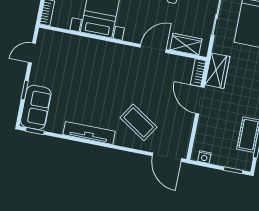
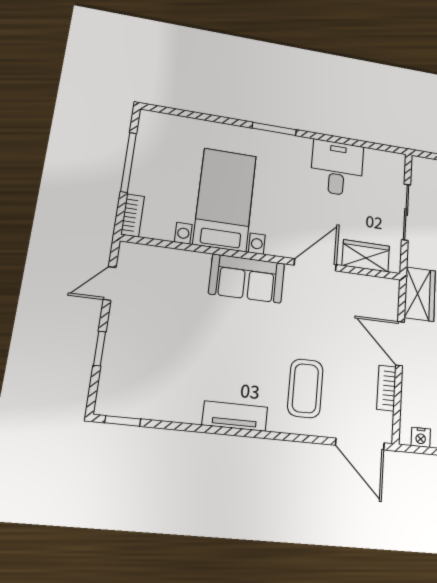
bookcase: (198, 73) -> (386, 388), moved
sofa: (36, 107) -> (247, 278), moved, turned 90
coffee table: (138, 122) -> (305, 388), turned 57
tv unit: (89, 133) -> (235, 416), width x0.71

